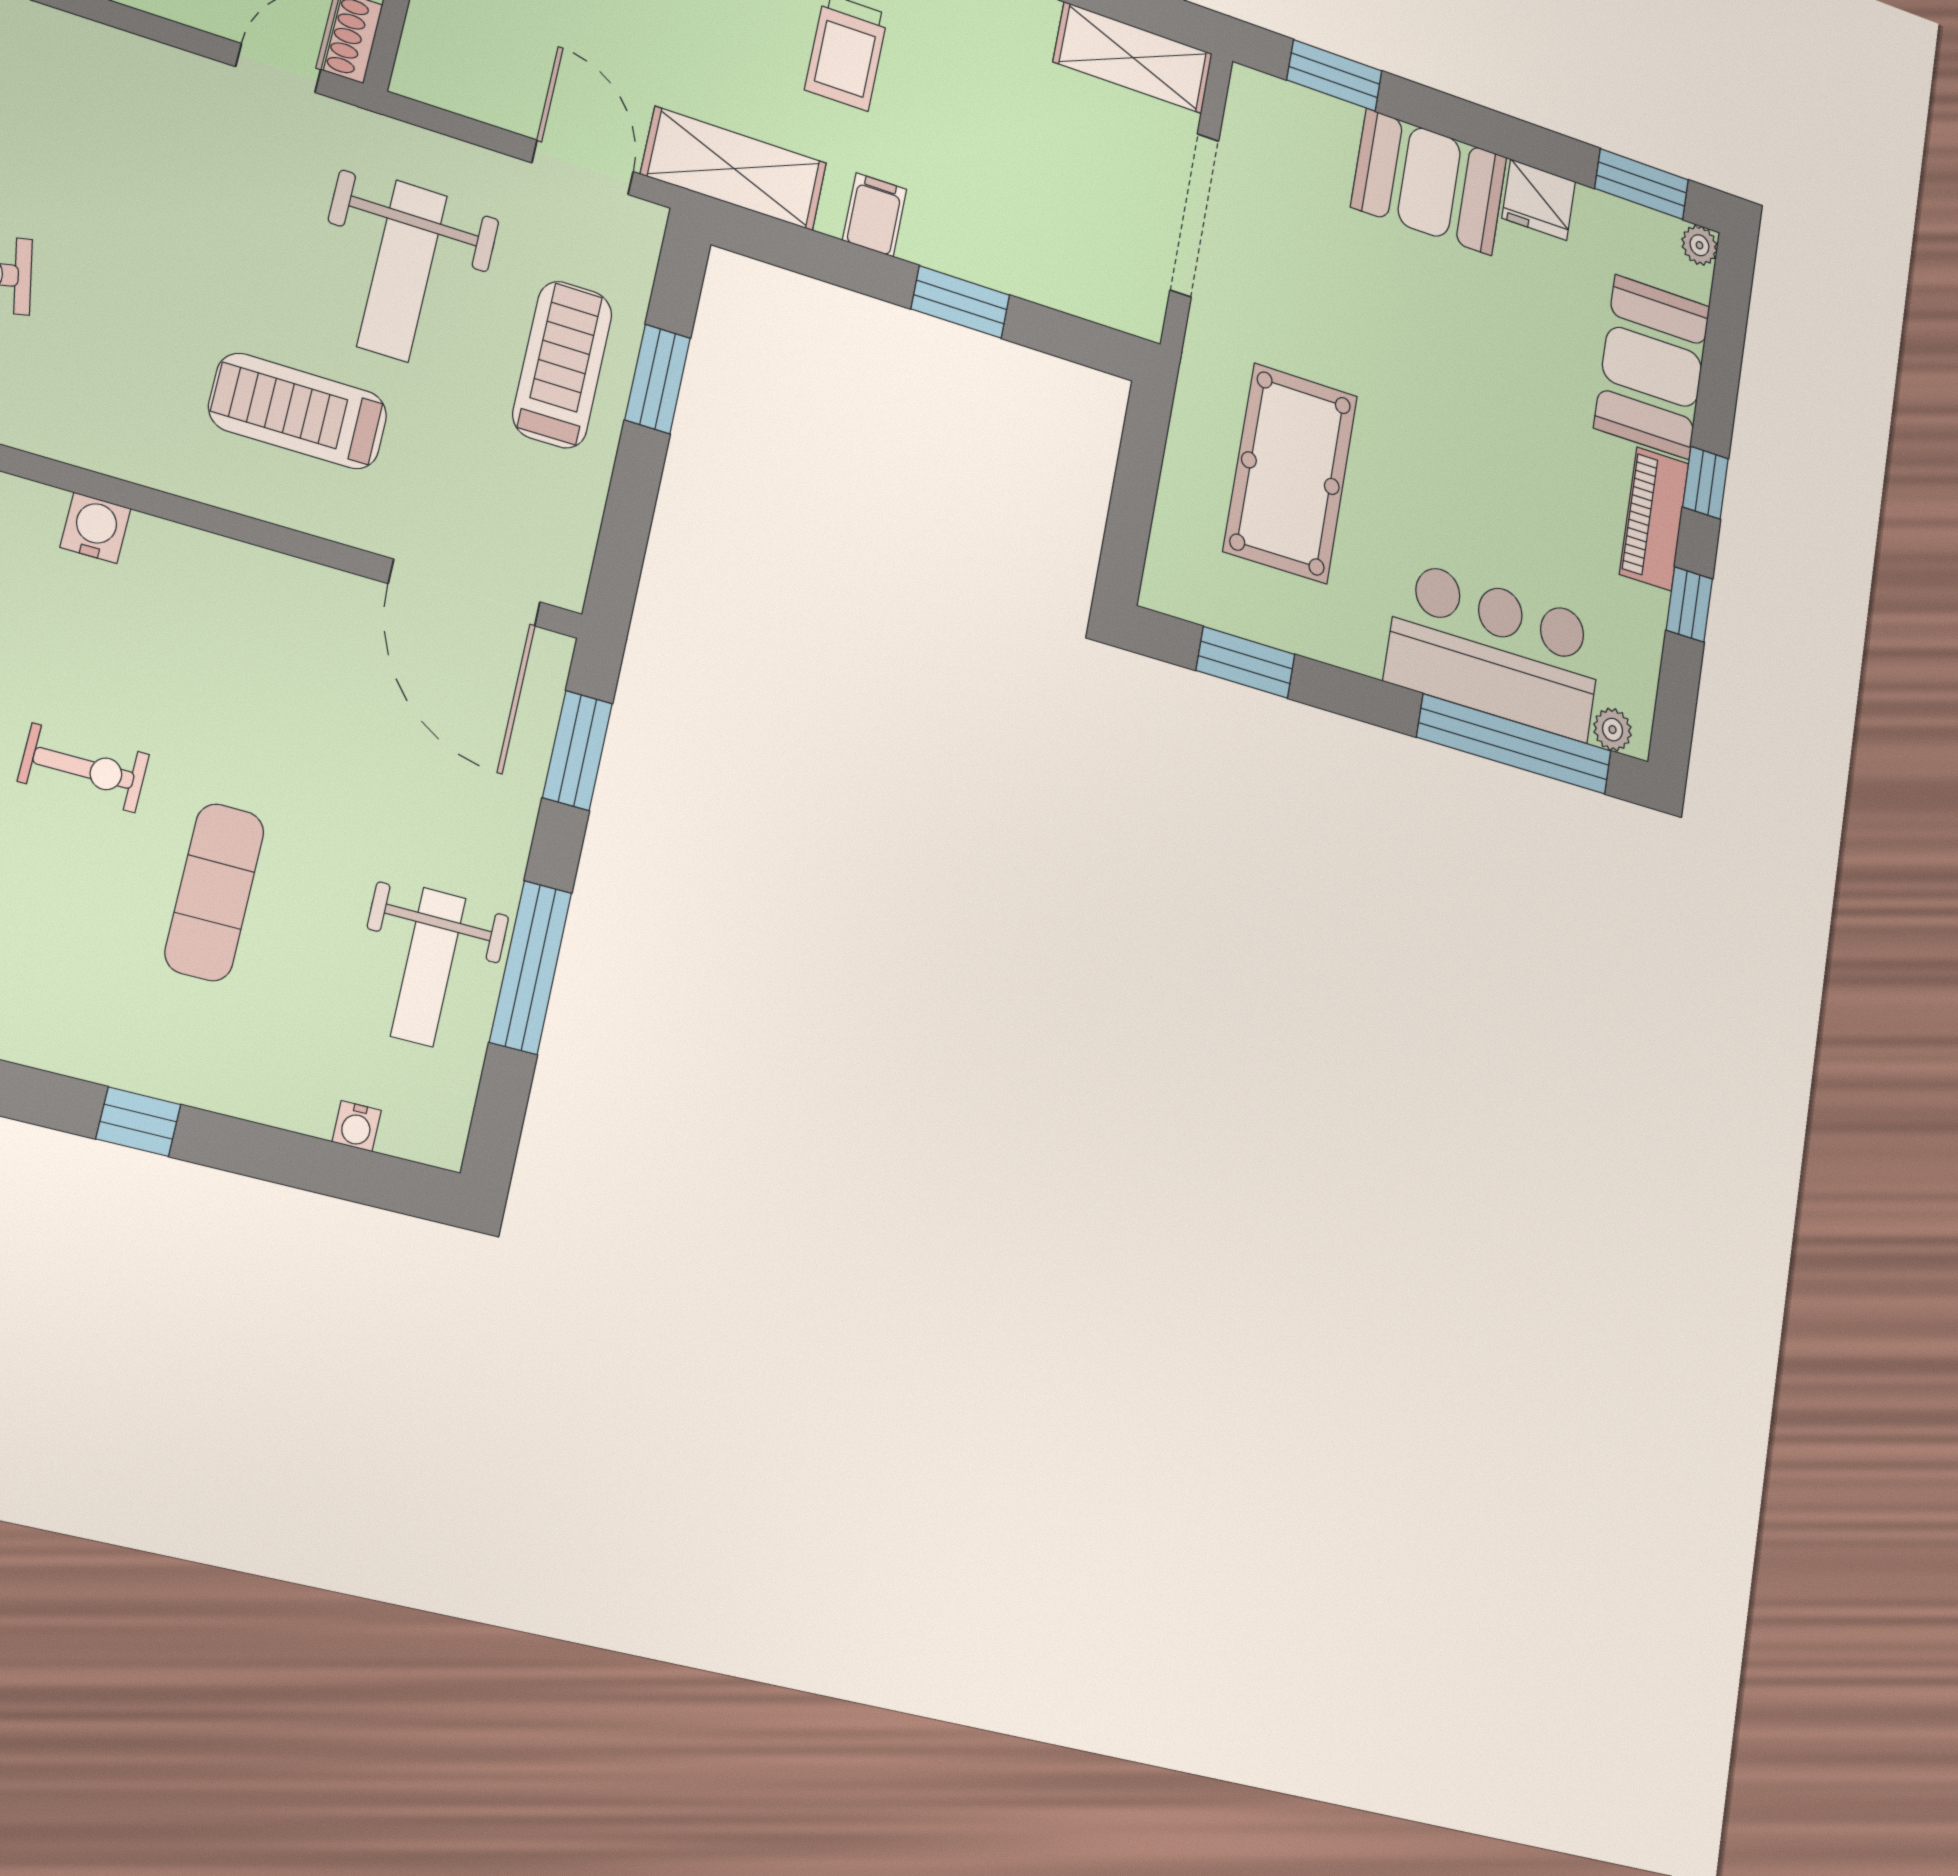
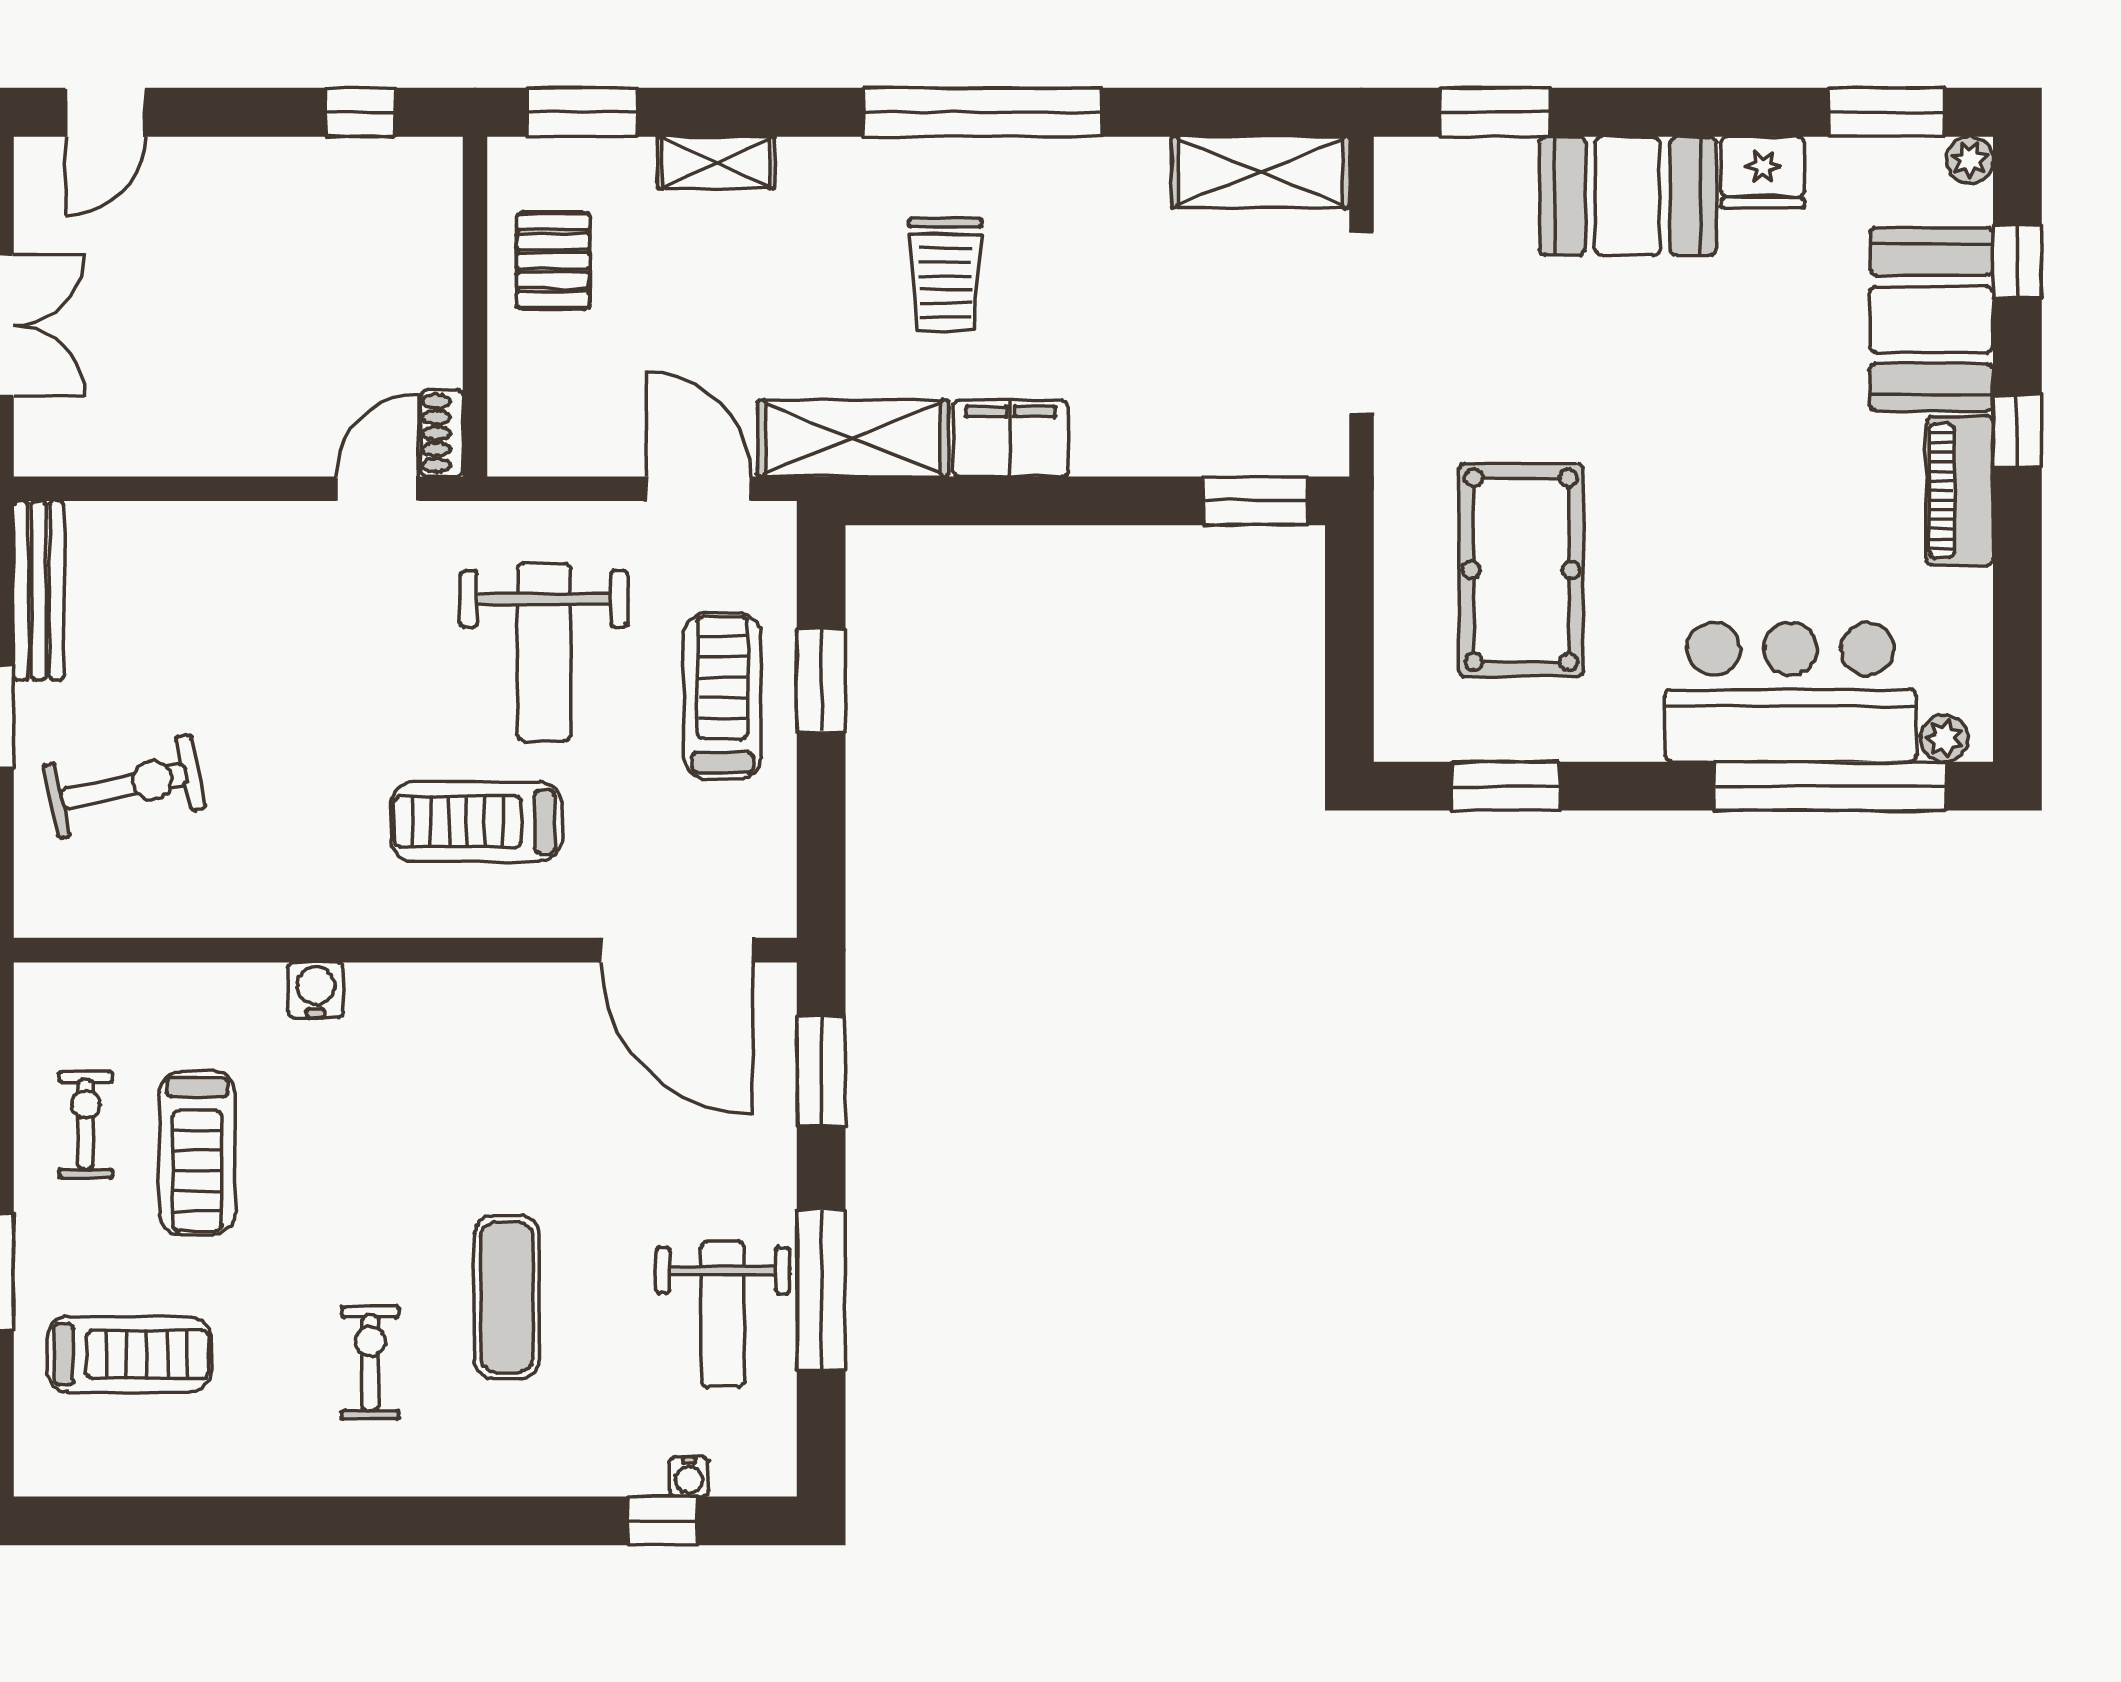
filing cabinet: (875, 215) -> (1011, 438), width x2.00
window: (960, 302) -> (1256, 501), moved
window: (1689, 604) -> (2017, 262), moved
exercise bike: (84, 768) -> (370, 1363), moved, turned -90
window: (138, 1122) -> (663, 1521), moved

